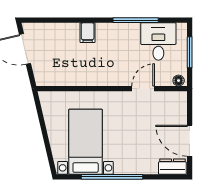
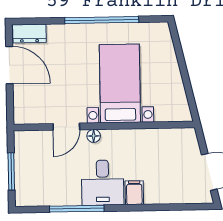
desk: (158, 41) -> (103, 183), moved
floor lamp: (179, 81) -> (94, 136), moved
bed with nightstands: (86, 142) -> (120, 84), moved, turned 180

